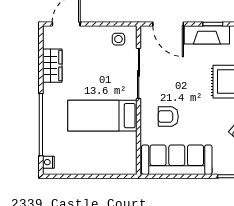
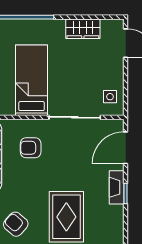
fireplace: (207, 35) -> (117, 187), width x0.73, depth x0.76
armchair: (168, 117) -> (31, 148), turned -90

